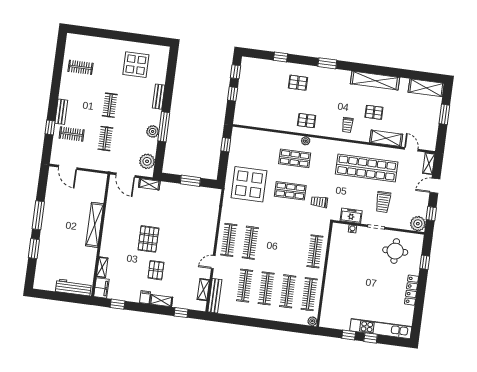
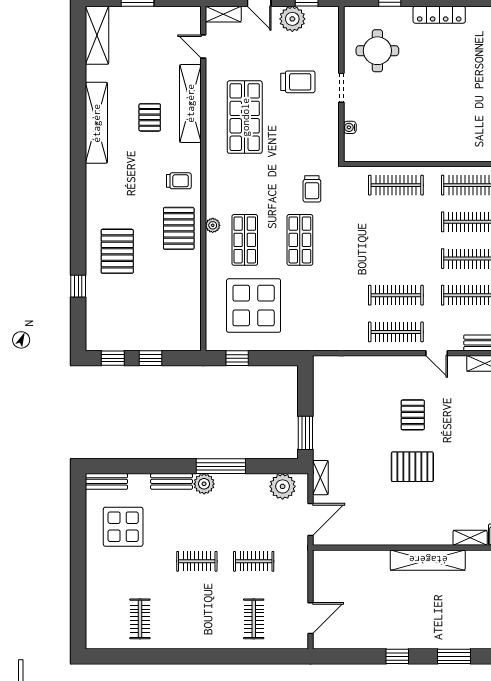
window: (327, 63) -> (78, 206), removed
pallet: (298, 83) -> (117, 251), width x1.50, depth x1.42
bench: (61, 112) -> (107, 481), moved
pallet: (307, 121) -> (179, 228), width x1.50, depth x1.42
trolley: (347, 125) -> (179, 181), moved
window: (50, 127) -> (248, 656), removed
plant: (153, 131) -> (204, 484), moved
shelving: (386, 138) -> (190, 103), width x1.47
door: (411, 149) -> (203, 47), hinge flipped
shop shelf: (367, 168) -> (245, 117), width x0.71
window: (190, 181) -> (305, 433), moved
display table: (249, 184) -> (254, 306), moved
window: (38, 215) -> (397, 656), width x0.46
freezer: (351, 216) -> (328, 132), removed
plant: (418, 224) -> (292, 19), moved
shelving: (95, 225) -> (428, 560), moved
pallet: (156, 270) -> (413, 415), moved, turned 90

